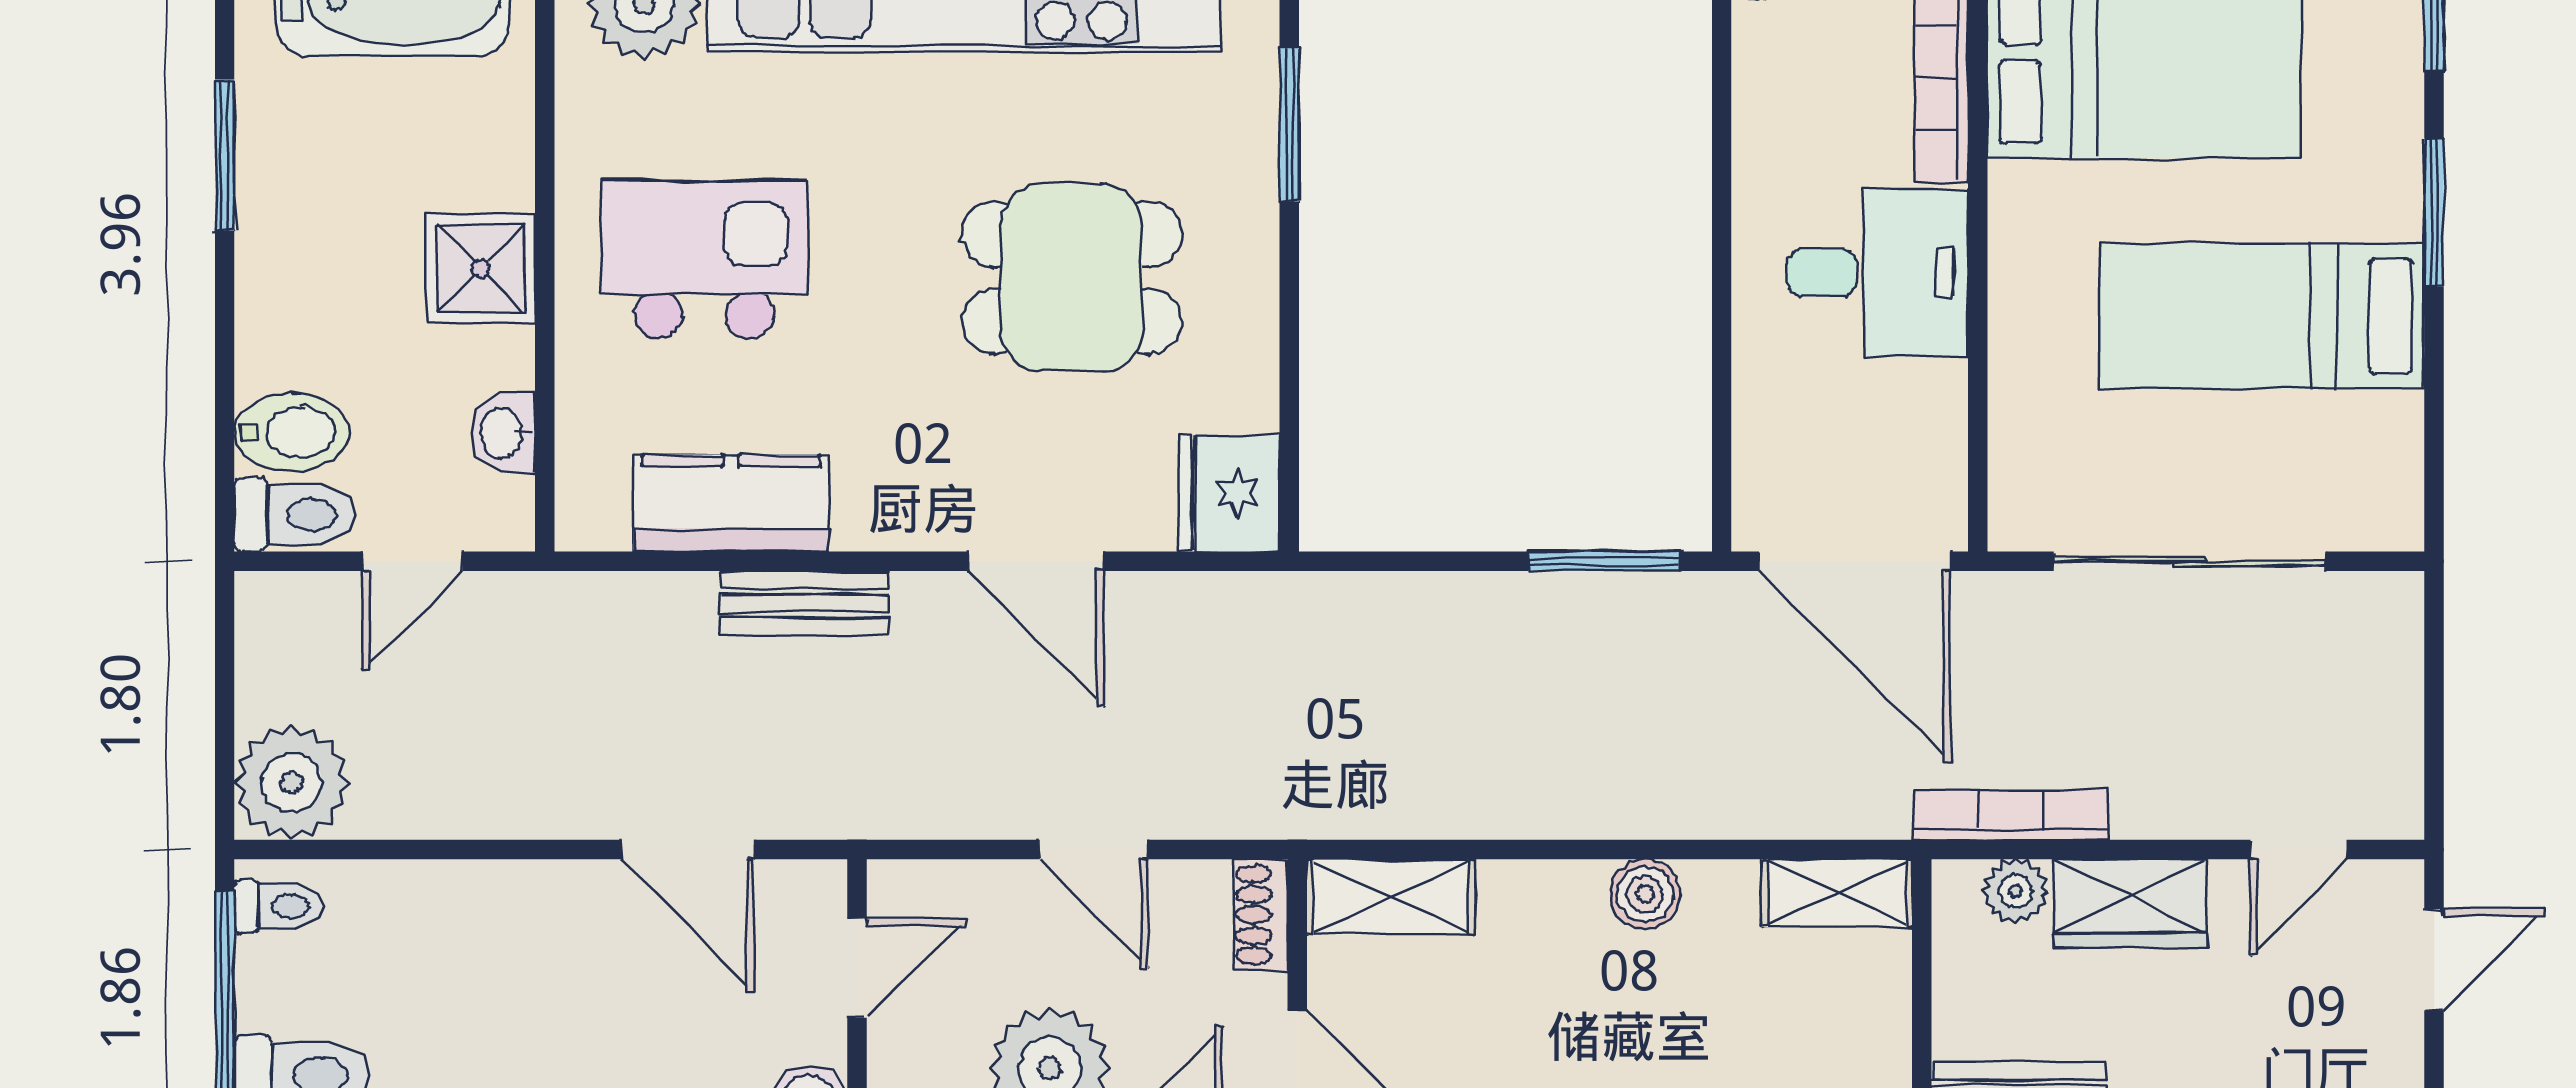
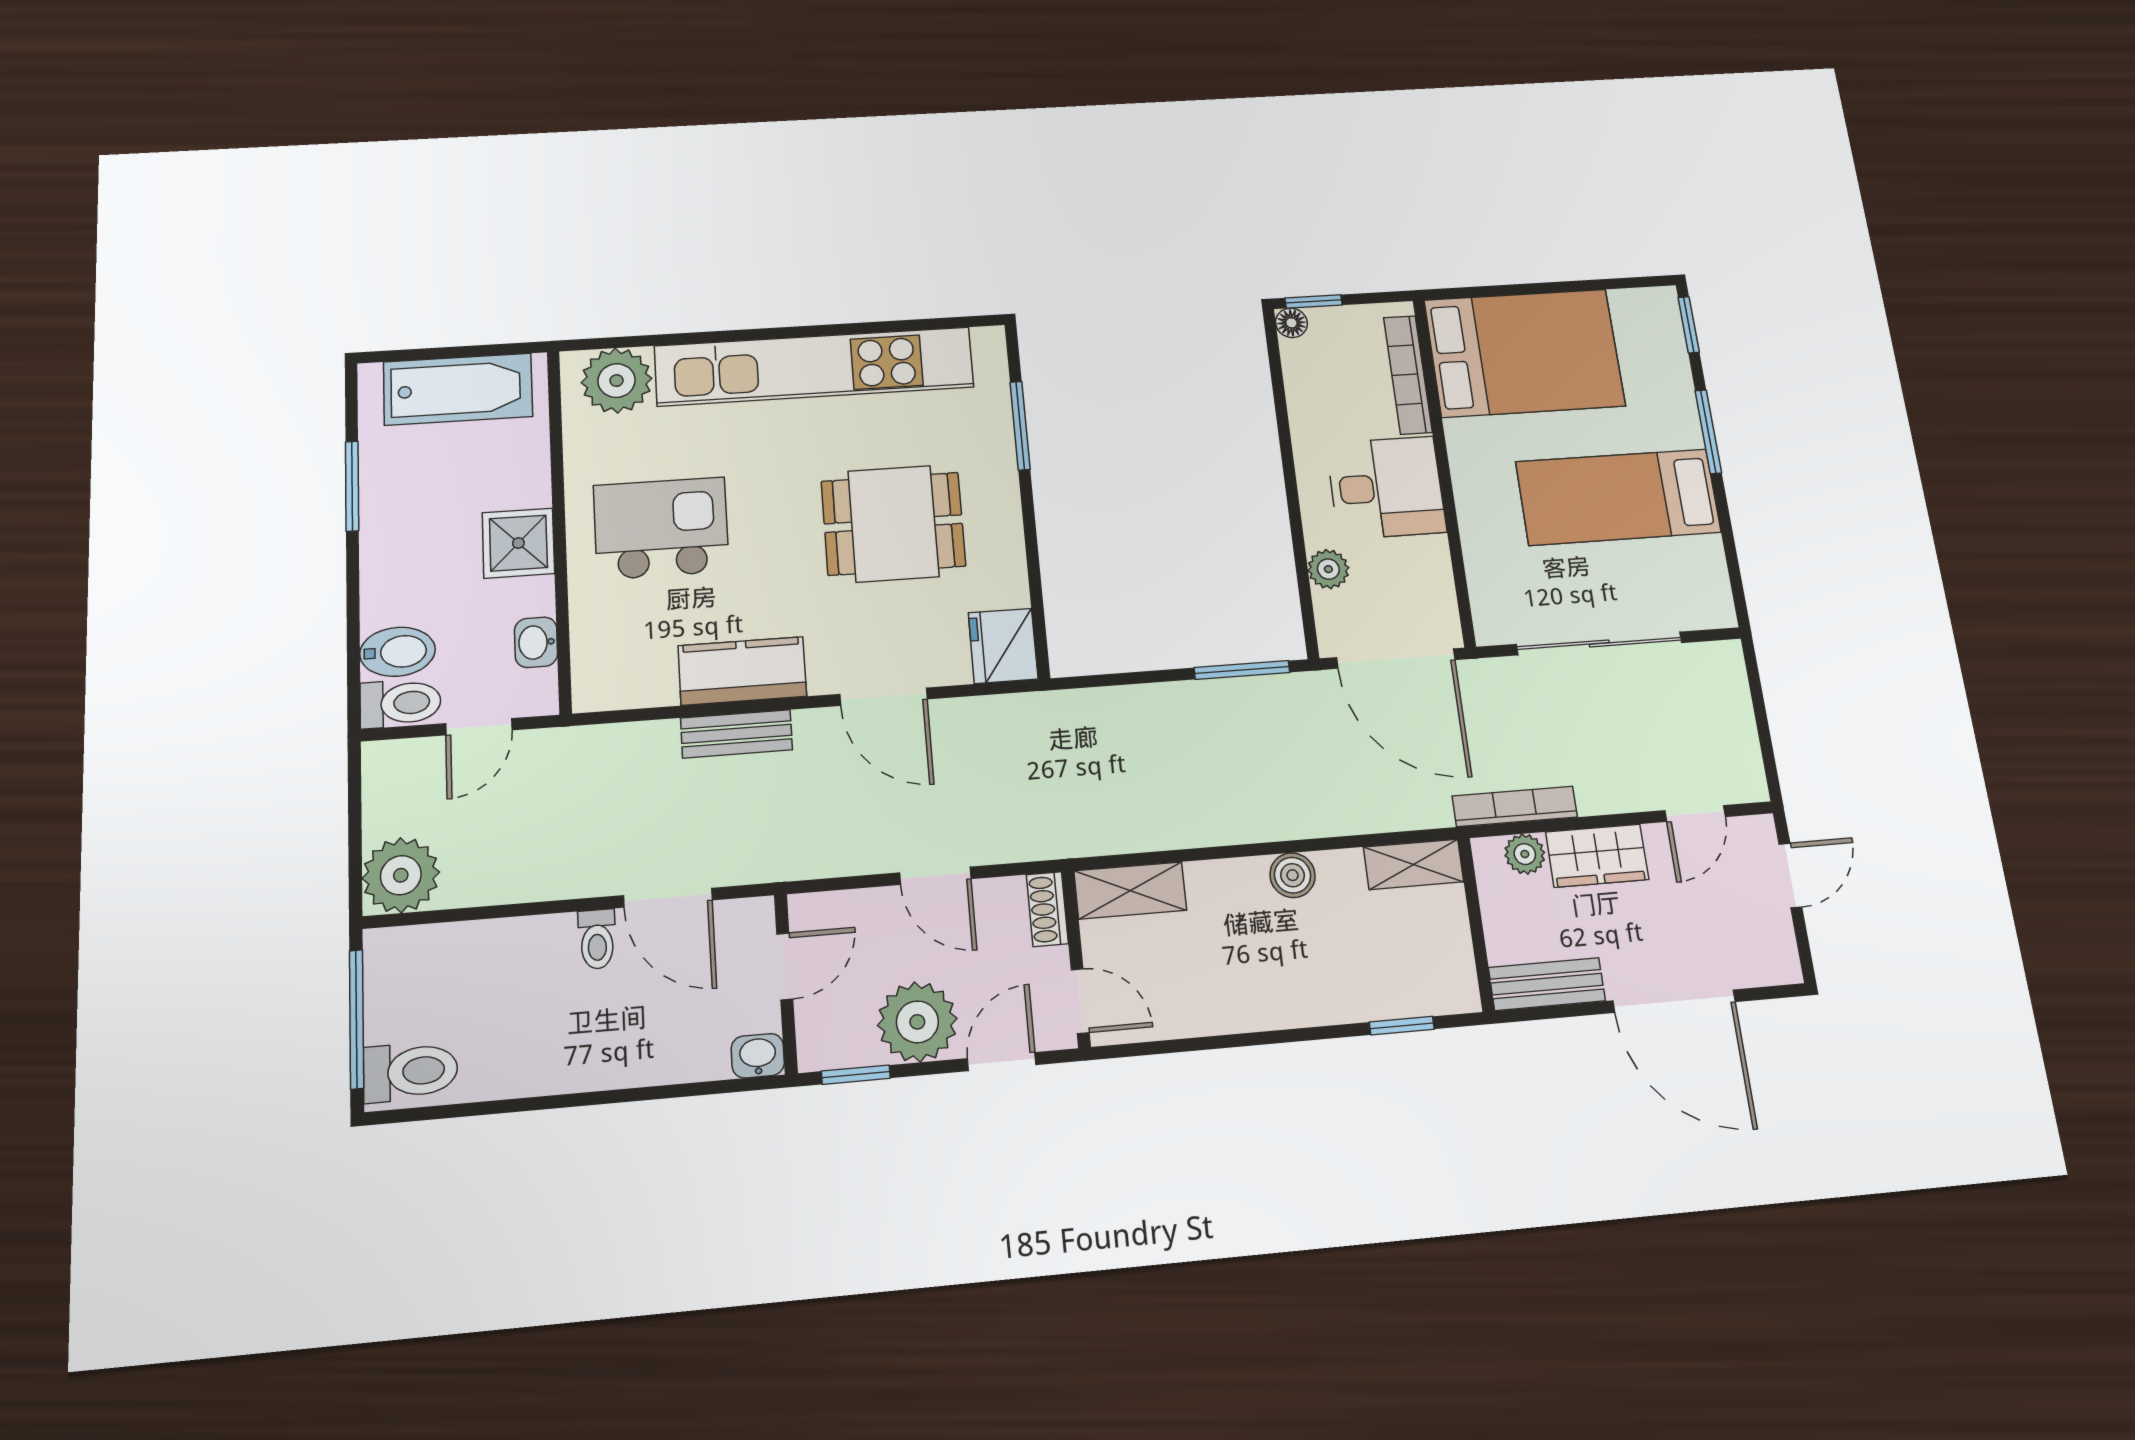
plant: (1765, 405) -> (1328, 569), added
kitchen counter: (731, 503) -> (742, 671), moved
toilet: (278, 906) -> (597, 939), moved, turned 90

